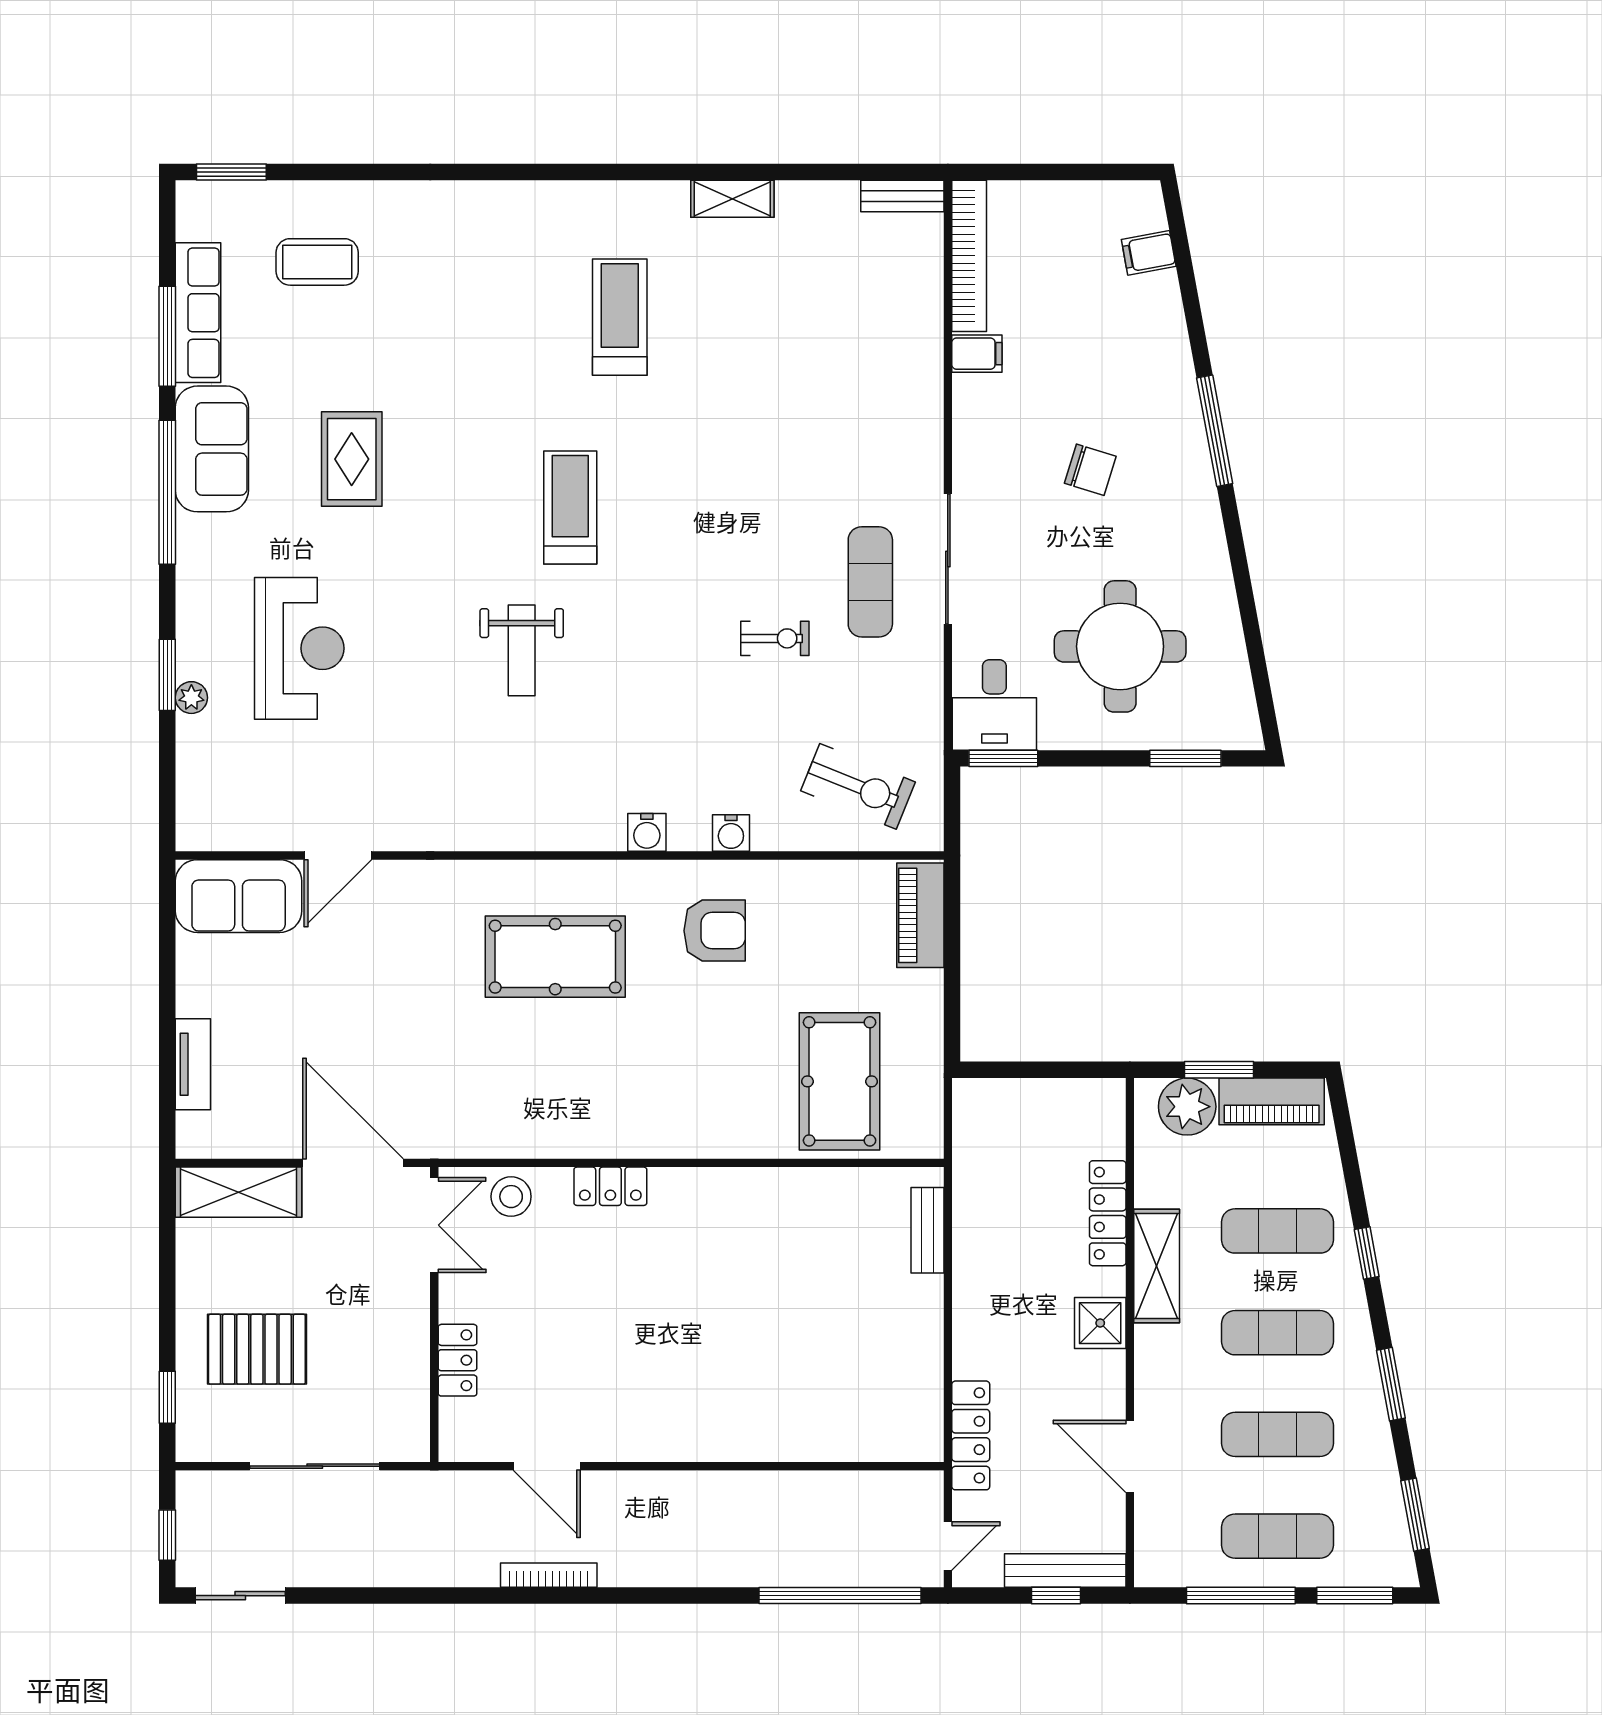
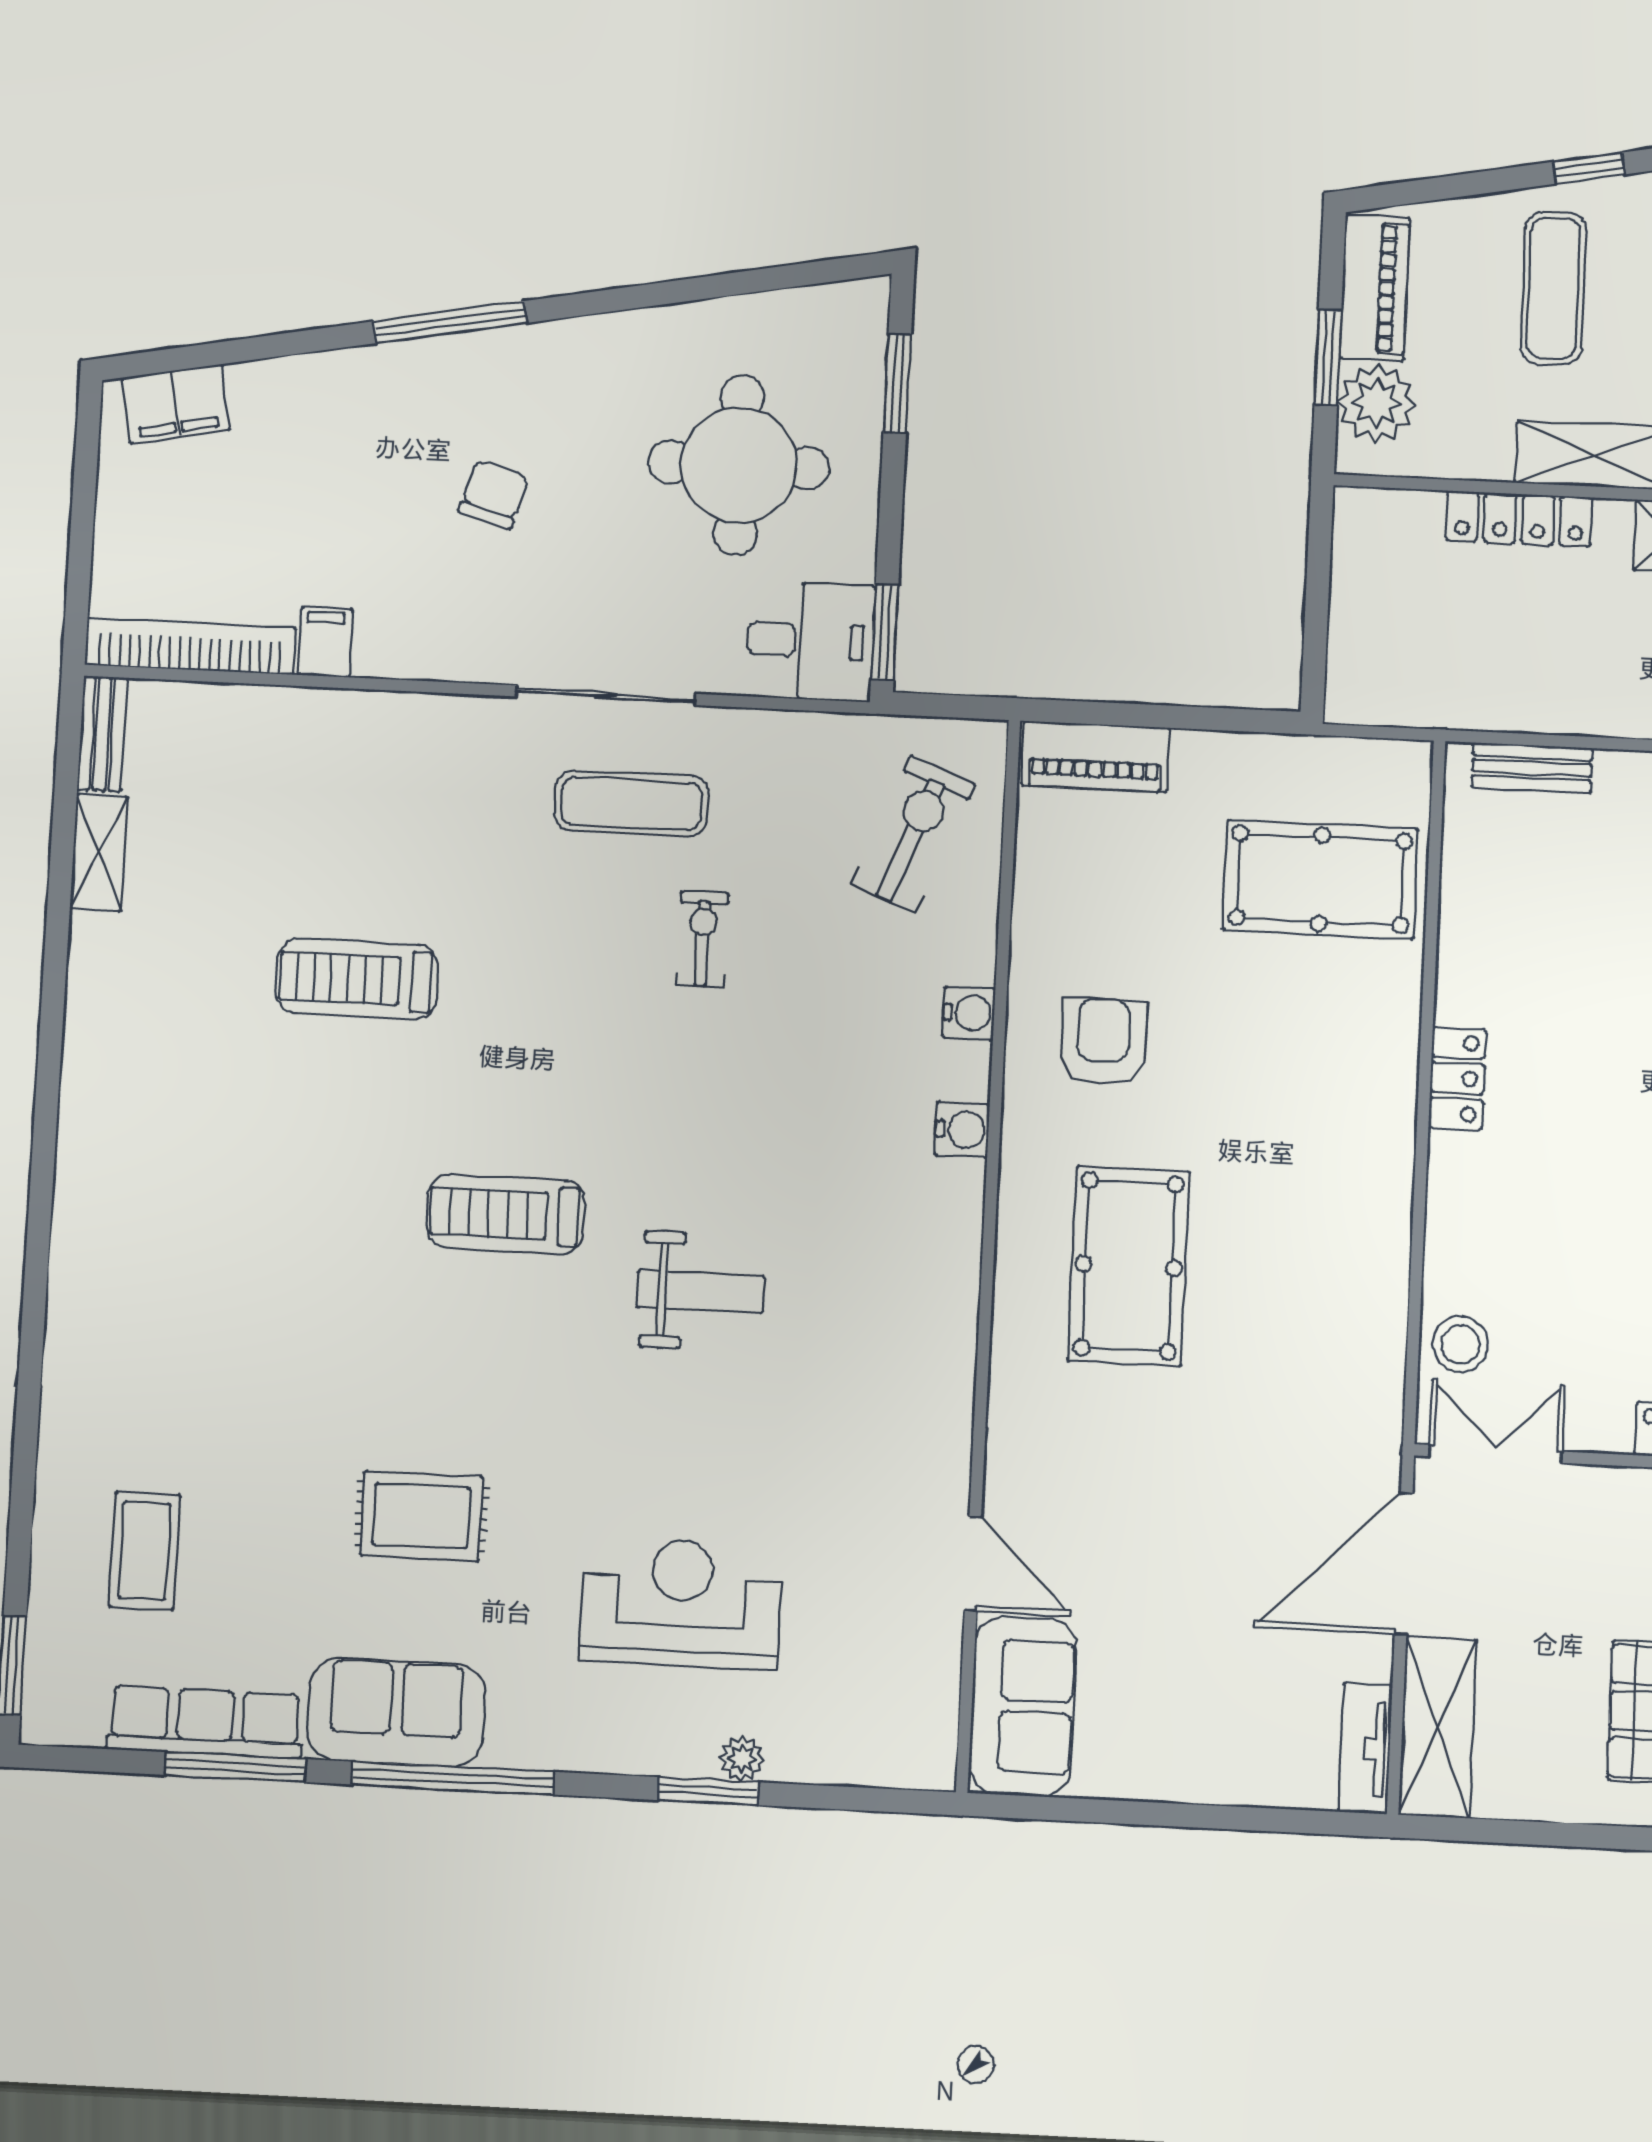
shelving: (732, 199) -> (99, 853), moved
filing cabinet: (1149, 253) -> (176, 404), width x2.00
treadmill: (620, 317) -> (357, 979), moved
tv unit: (193, 1064) -> (1365, 1748), moved, turned -90
locker: (610, 1186) -> (1457, 1078), moved

